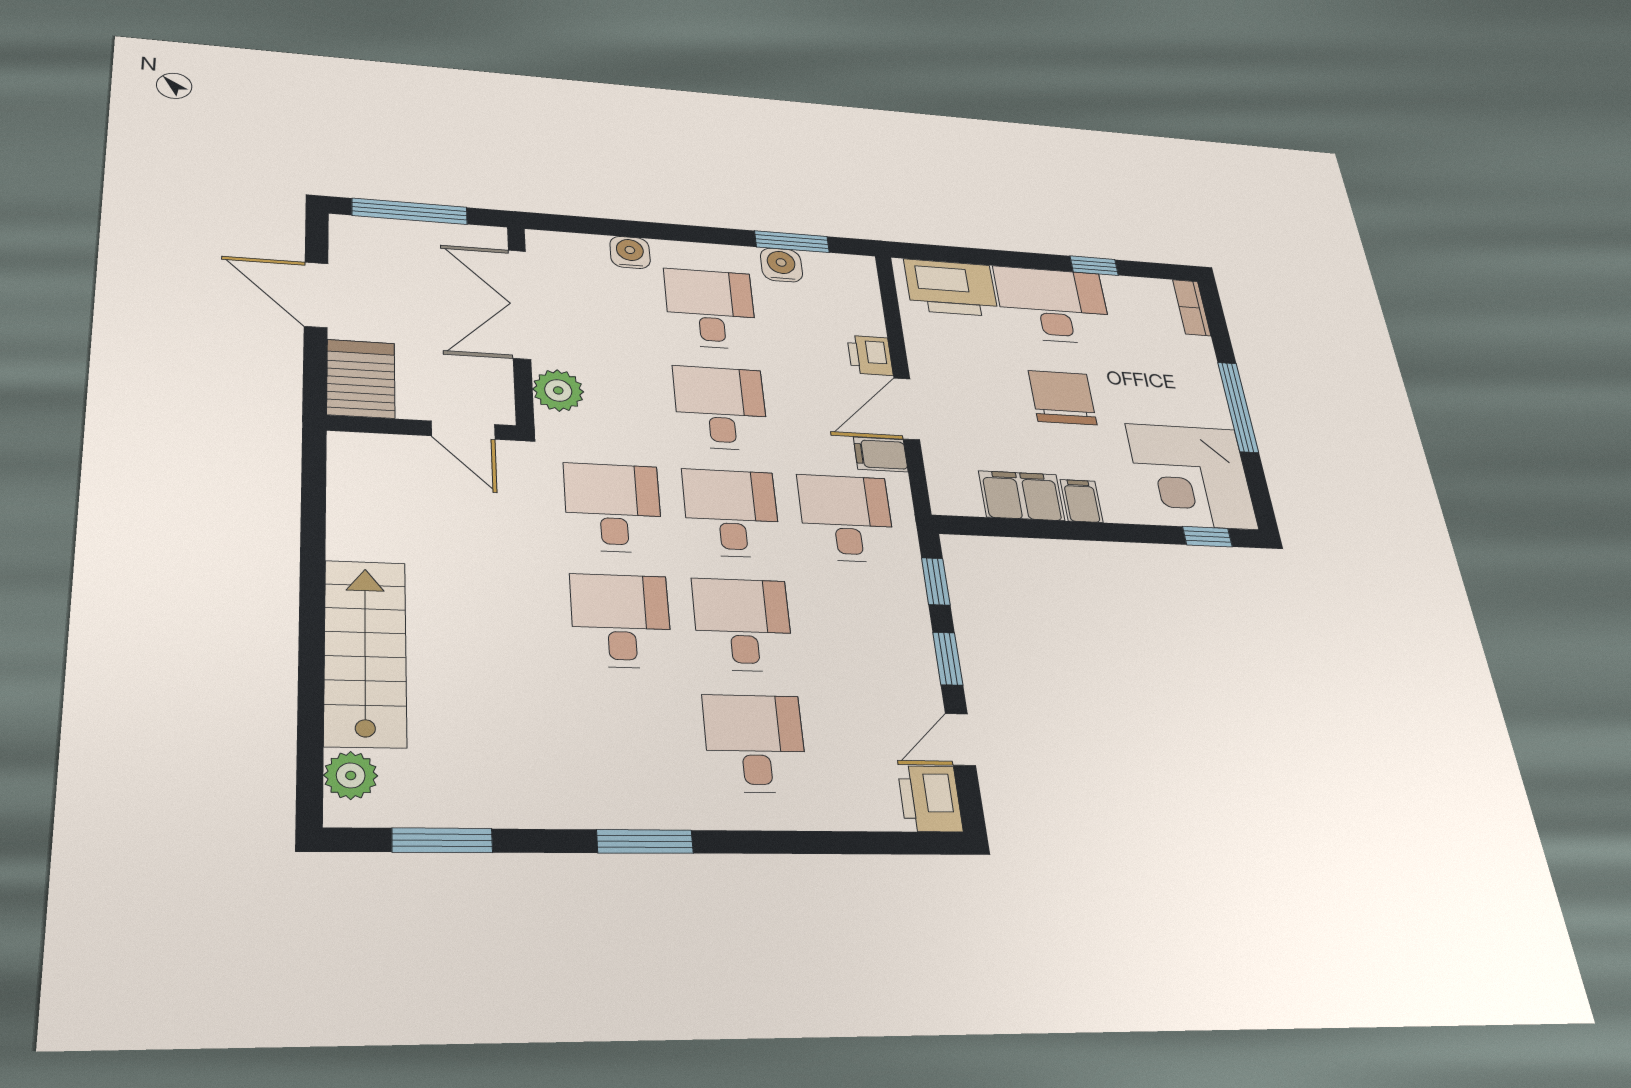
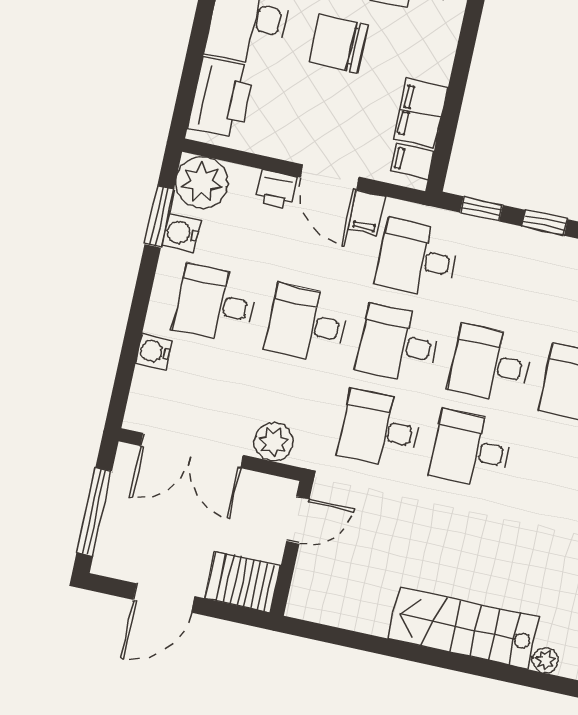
plant: (848, 279) -> (202, 182), added
filing cabinet: (1081, 501) -> (412, 161), moved
plant: (351, 775) -> (545, 660), width x0.73, depth x0.73

